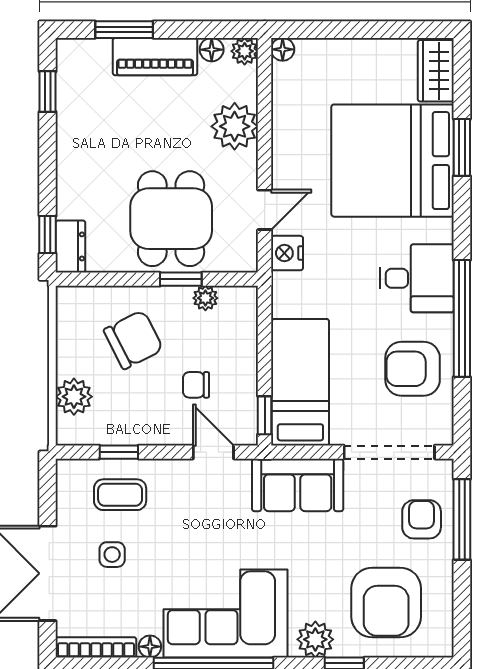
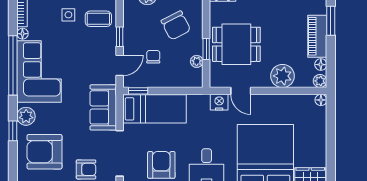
window: (119, 452) -> (120, 37), moved
coffee table: (120, 495) -> (98, 19), turned 90

